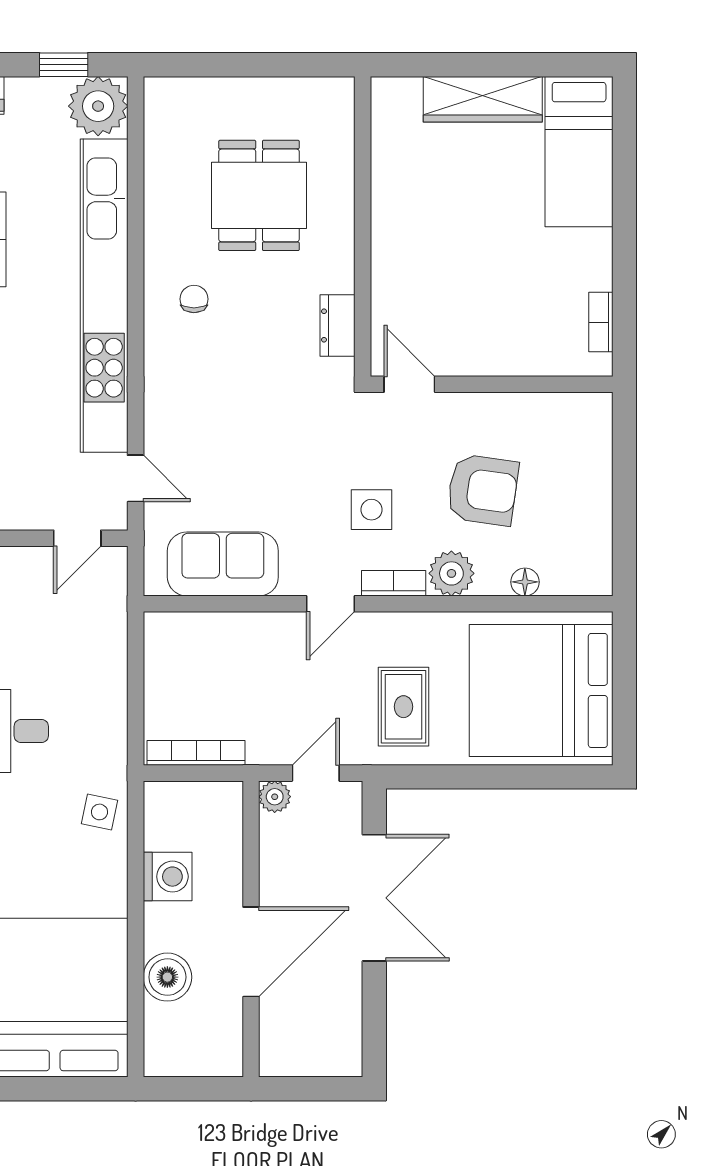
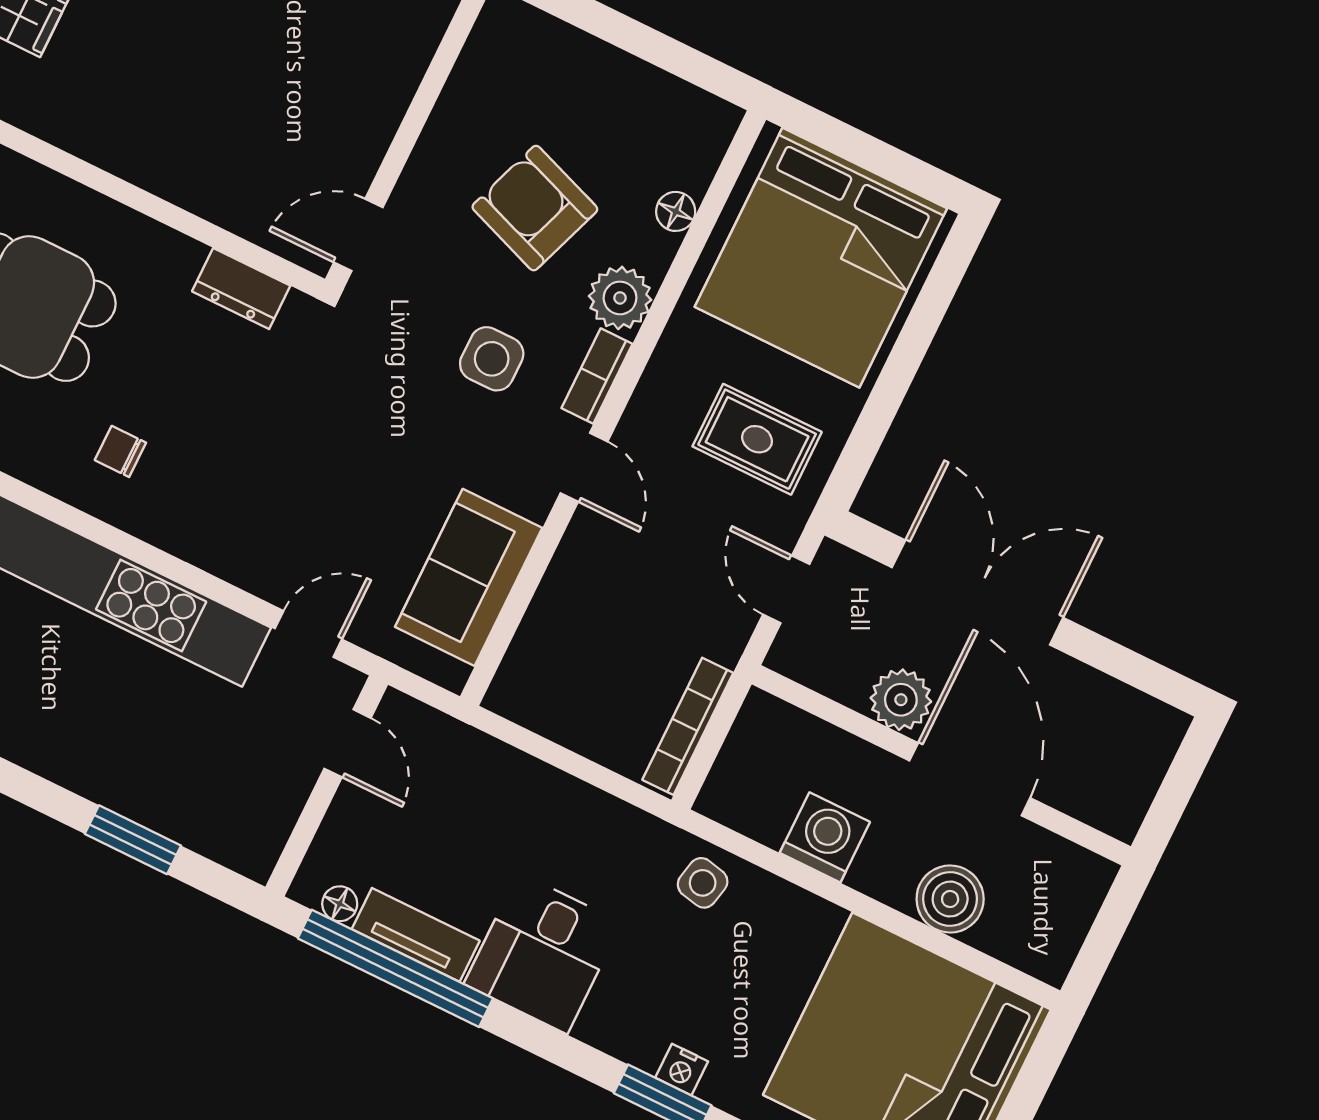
armchair: (483, 490) -> (535, 208), turned -78
plant: (275, 797) -> (901, 700), moved, width x1.38, depth x1.38

